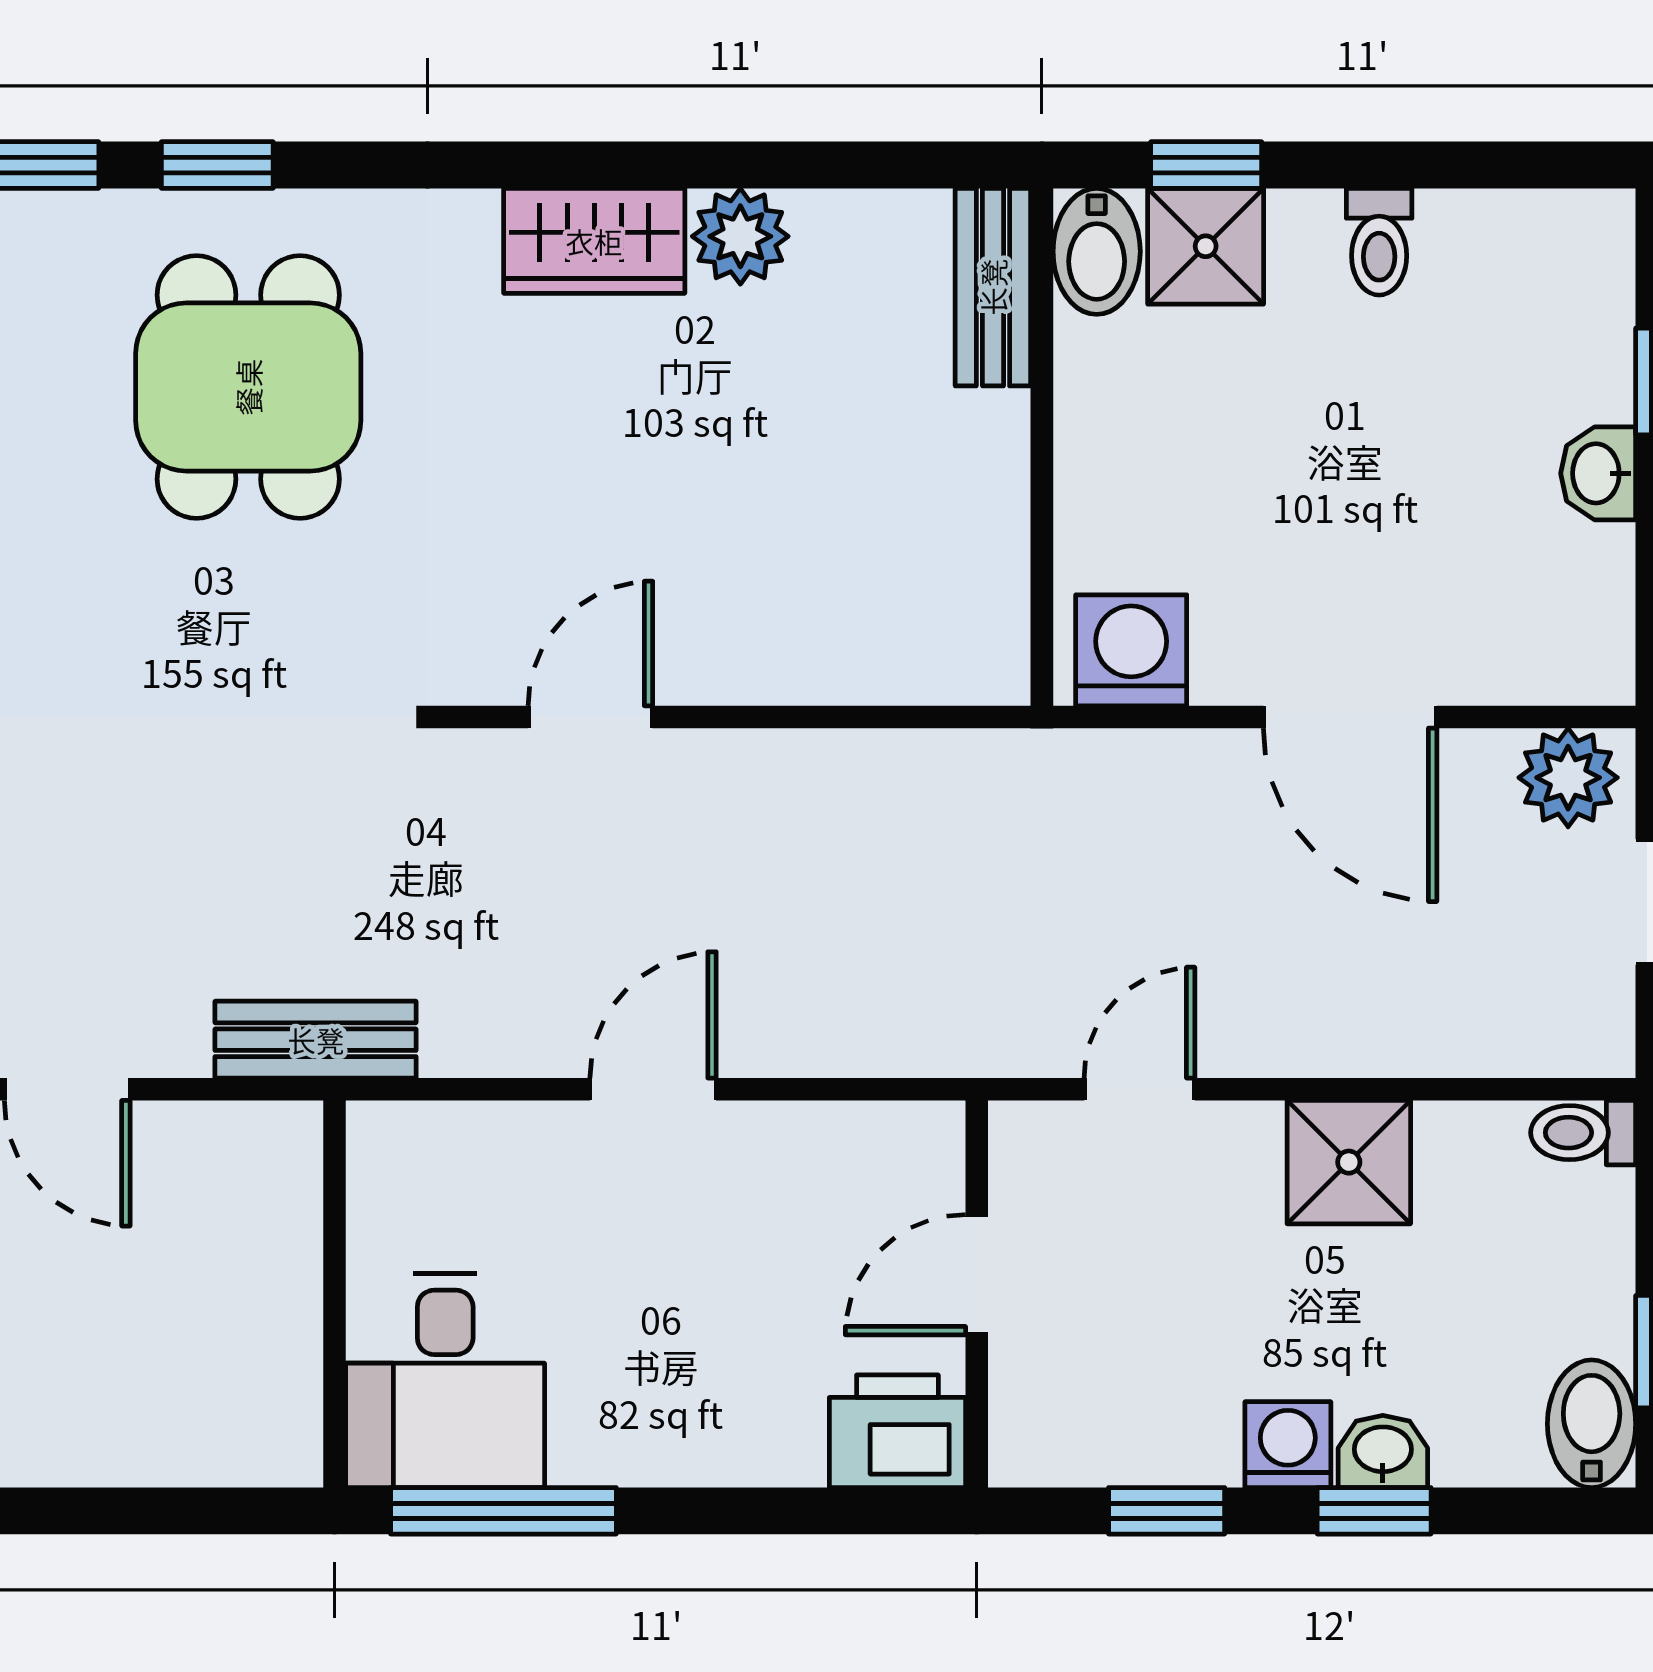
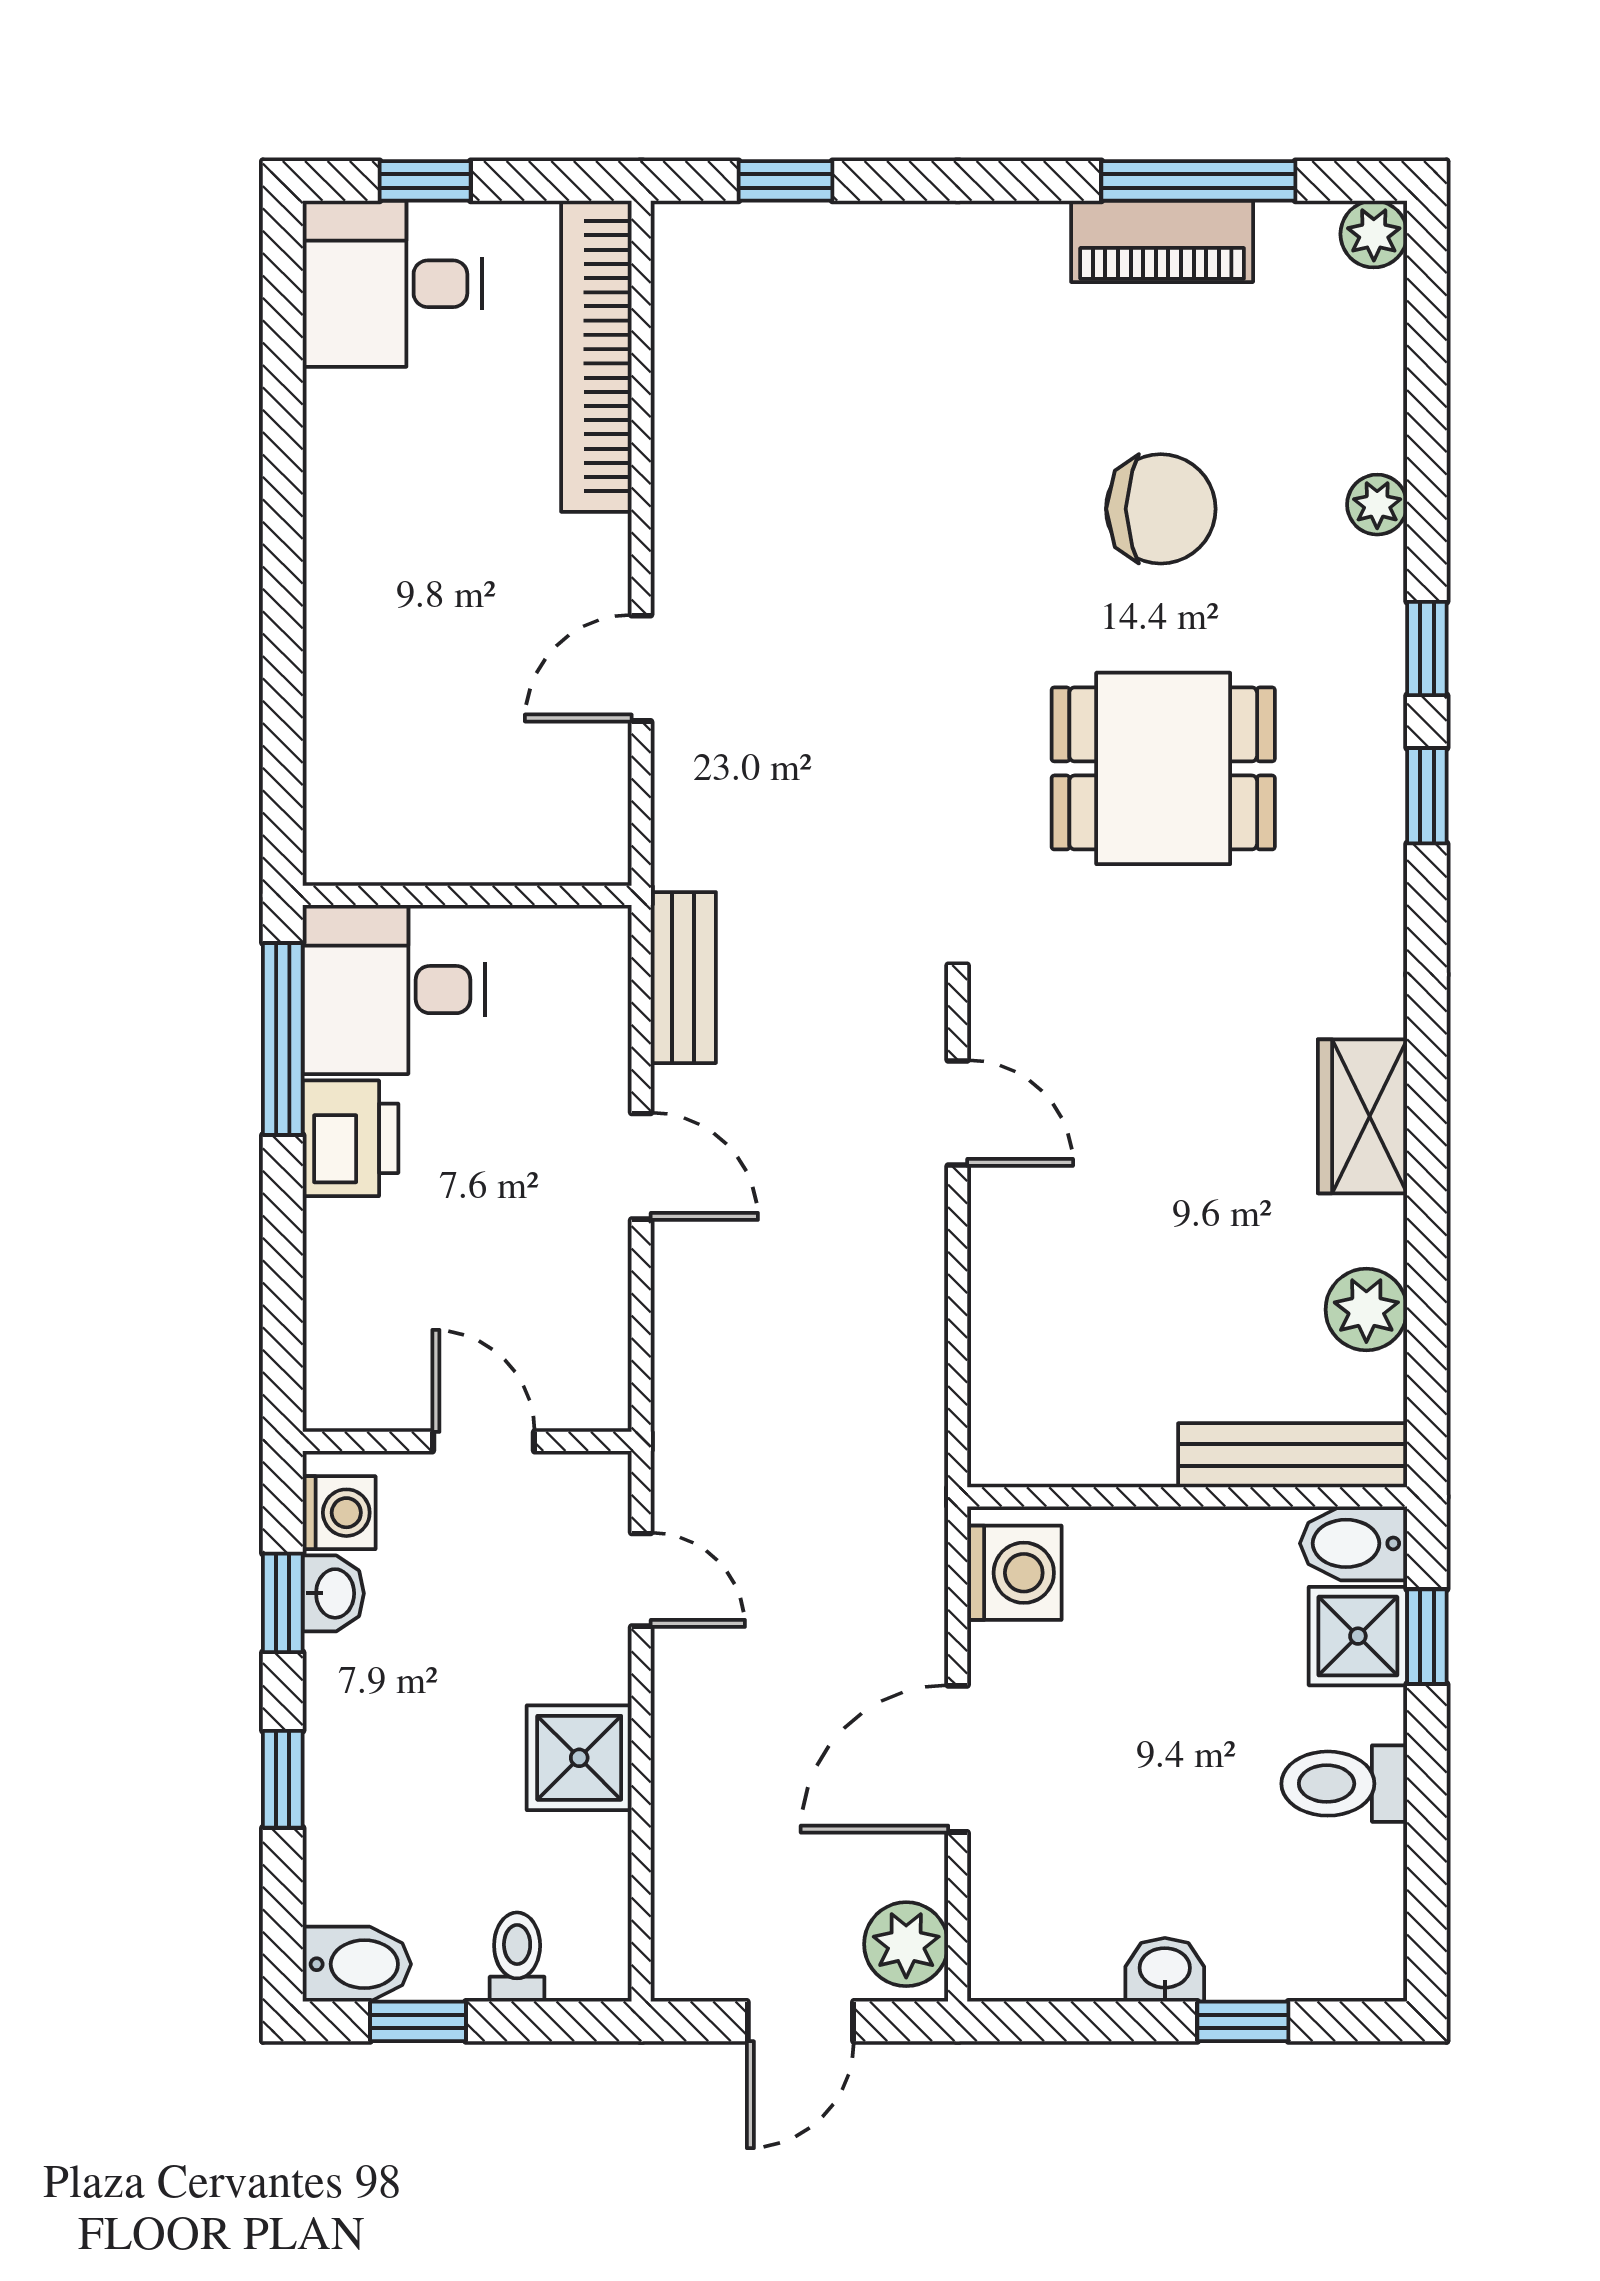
plant: (740, 236) -> (1366, 1310), moved
toilet: (1379, 242) -> (1344, 1784), width x1.37, depth x1.39
bench: (993, 287) -> (1293, 1455), width x1.36
dining table: (248, 387) -> (1163, 768), moved
bench: (316, 1040) -> (683, 978), moved
toilet: (1583, 1133) -> (517, 1957), moved
printer: (897, 1431) -> (350, 1138), moved
washing machine: (1288, 1445) -> (339, 1513), moved
washbasin: (1383, 1451) -> (333, 1593), moved

